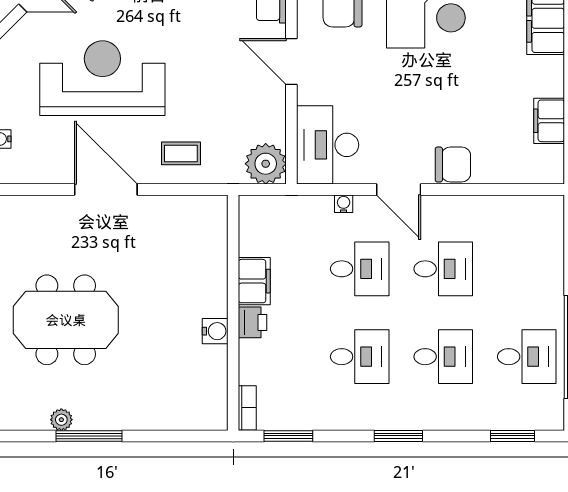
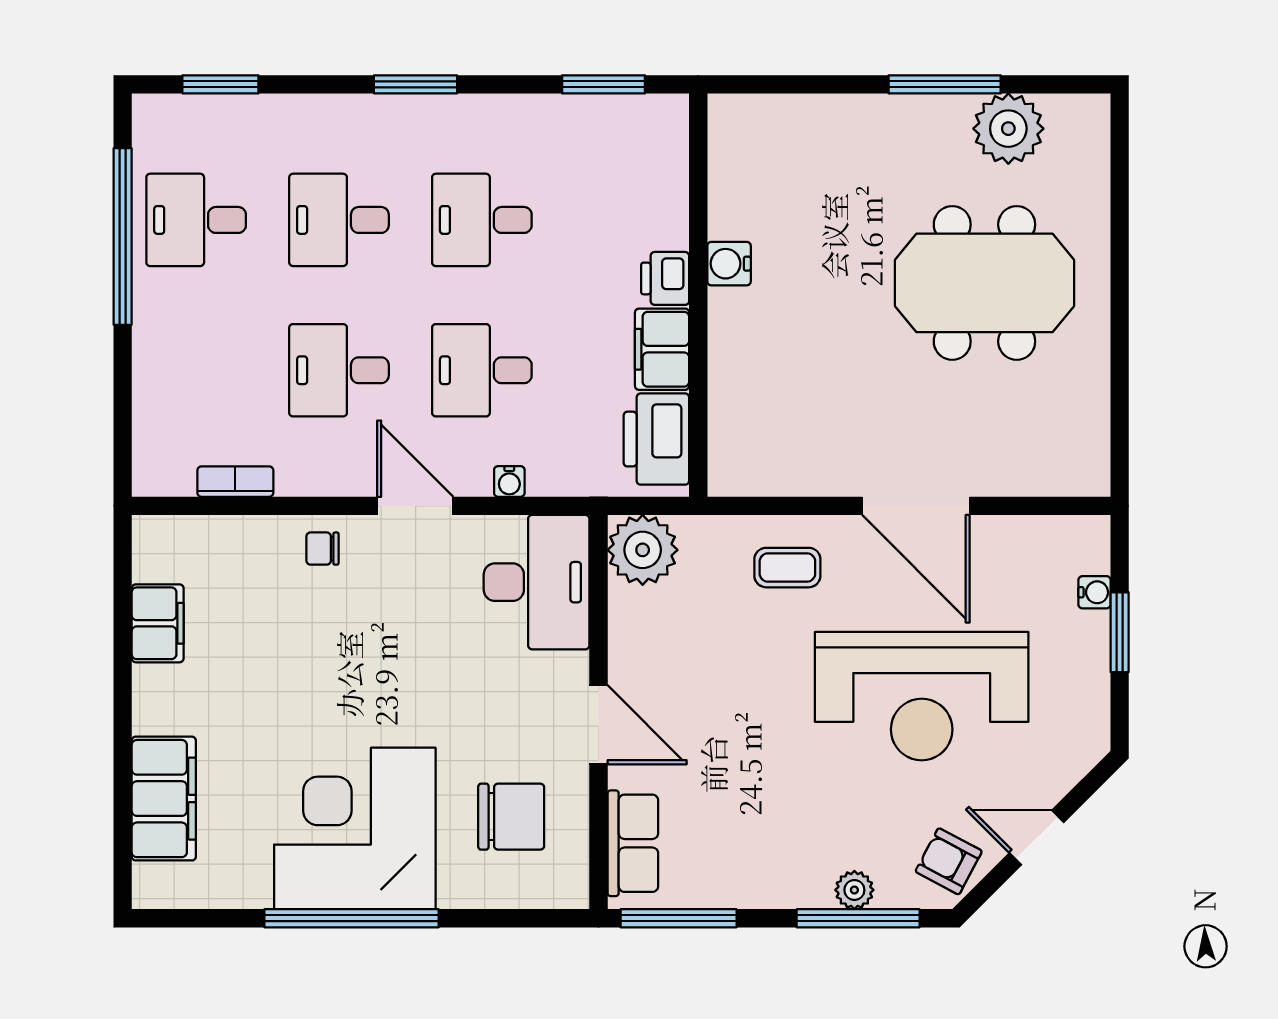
chair: (453, 164) -> (322, 549), width x0.54, depth x0.54
printer: (258, 229) -> (656, 439), added
bookcase: (247, 408) -> (235, 482), moved, turned 90
plant: (61, 420) -> (1008, 129), width x1.88, depth x1.88

